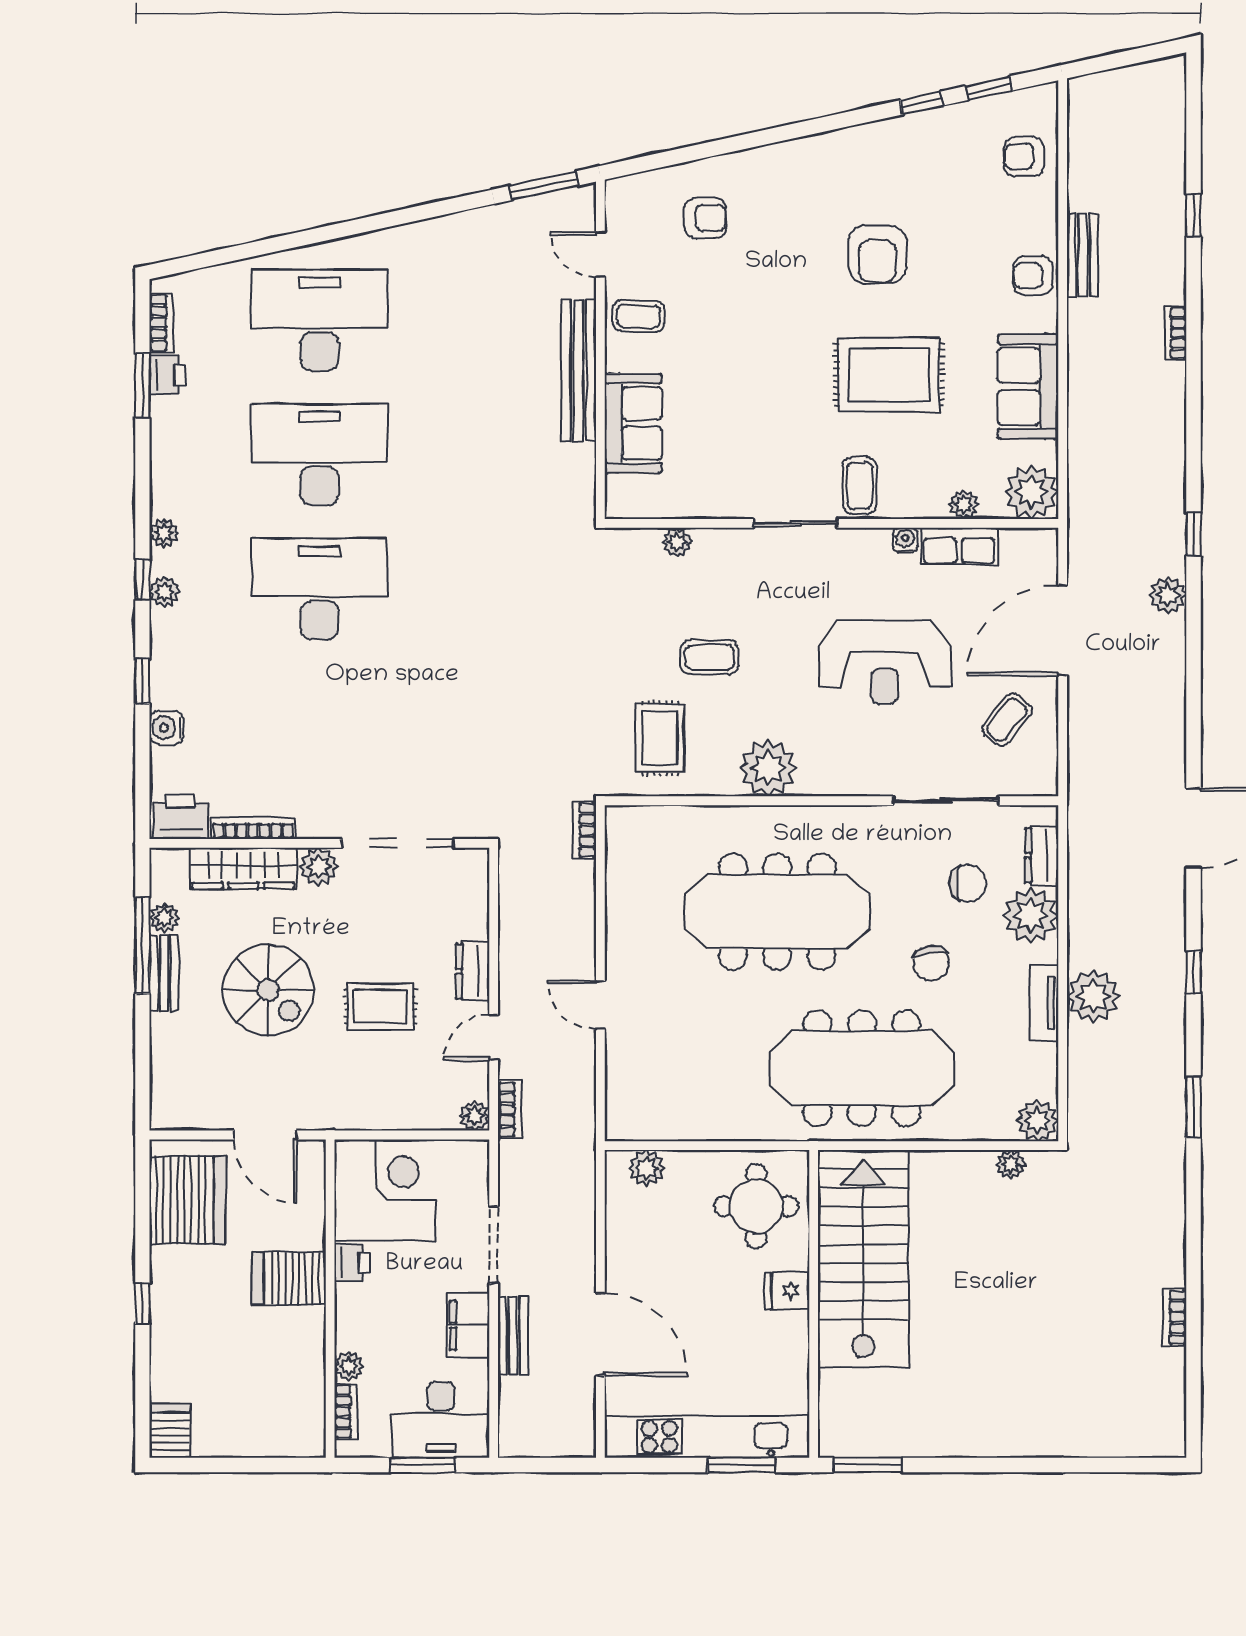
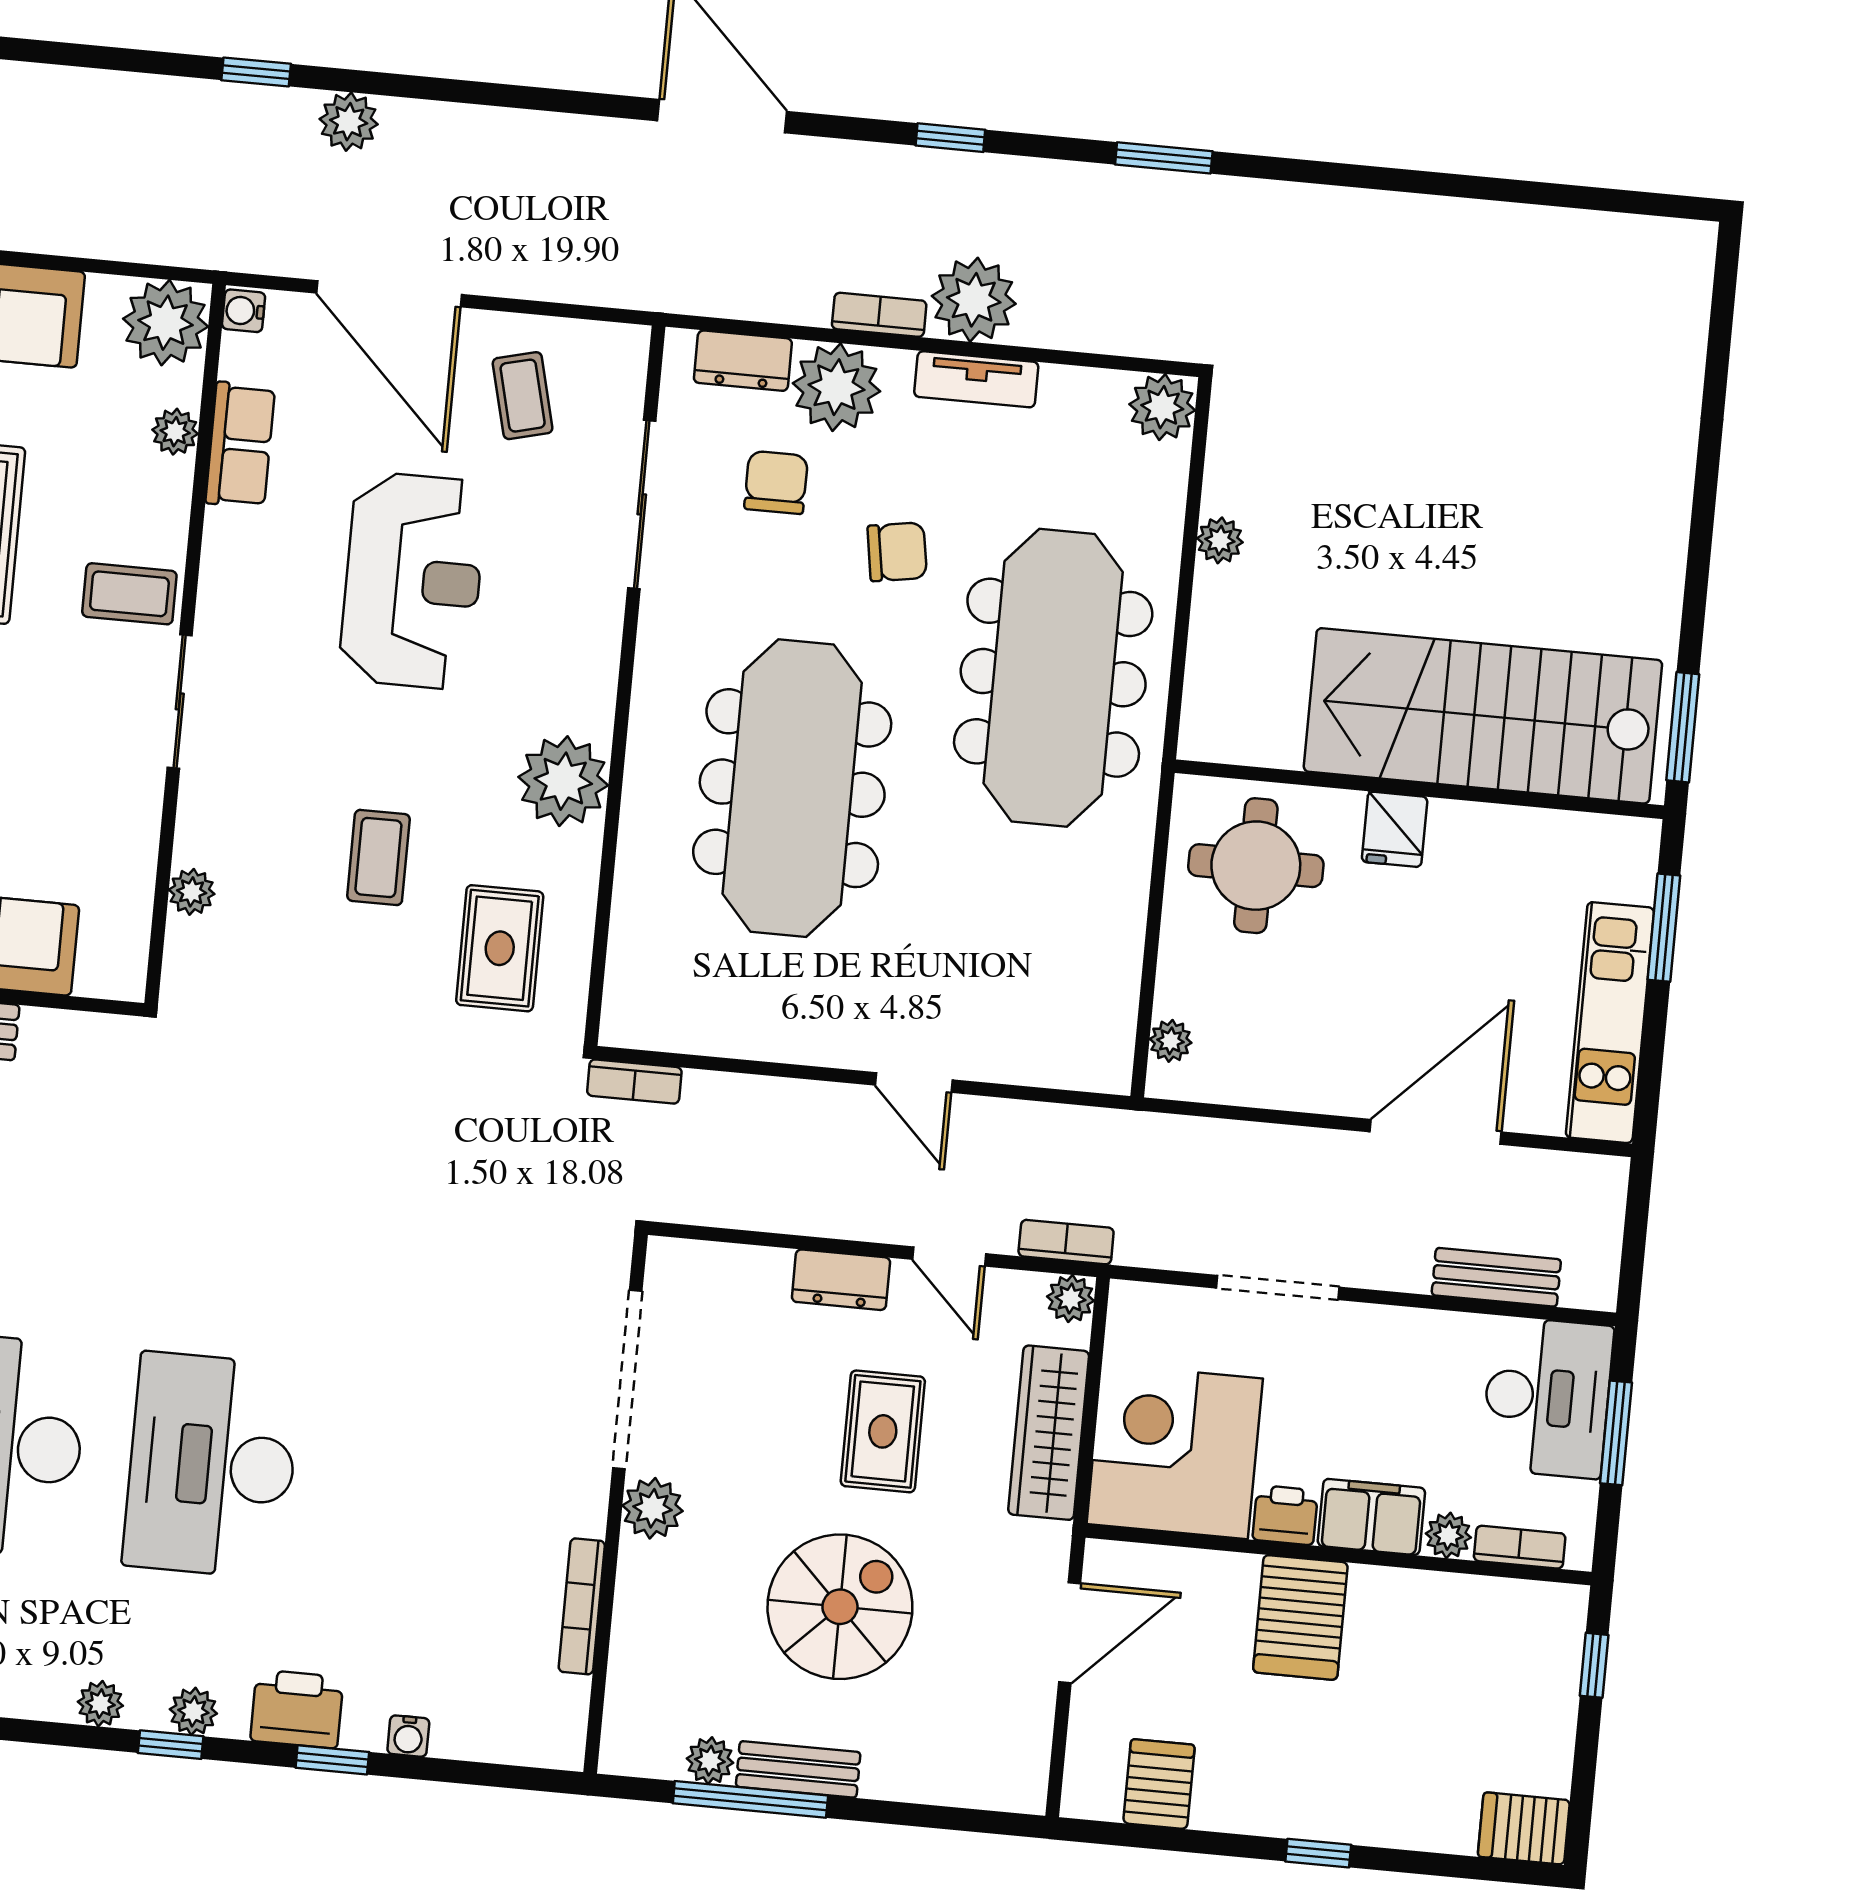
water cooler: (905, 540) -> (244, 311), moved
coffee table: (1007, 720) -> (523, 396), turned 38
water cooler: (166, 728) -> (408, 1736), width x0.72, depth x0.72
rug: (660, 738) -> (500, 948), turned 90
printer: (181, 816) -> (297, 1709), moved, turned 90
wardrobe: (243, 868) -> (1049, 1433), moved, turned 180
door: (600, 1005) -> (914, 1083), hinge flipped
plant: (1011, 1164) -> (1220, 540), moved
plant: (647, 1168) -> (1171, 1041), width x0.73, depth x0.73
server rack: (188, 1200) -> (1159, 1784), width x0.46, depth x0.70
stairs: (863, 1259) -> (1483, 716), moved
bookcase: (1175, 1317) -> (879, 315), moved, turned 180
filing cabinet: (468, 1325) -> (1371, 1517), moved, turned 180
bench: (513, 1335) -> (1496, 1277), moved
kitchen unit: (706, 1437) -> (1610, 1023), width x0.73
window: (276, 1465) -> (1594, 1665), added

